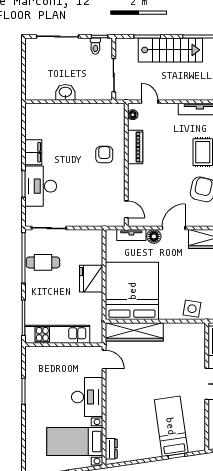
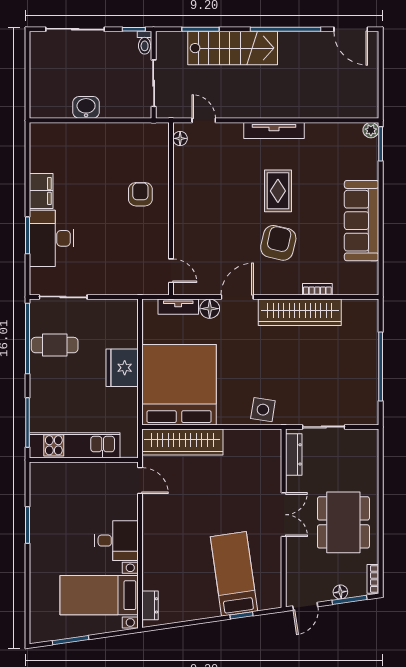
toilet: (95, 46) -> (145, 43), moved
piano: (135, 147) -> (184, 184), removed
desk: (87, 397) -> (116, 541), width x0.73

